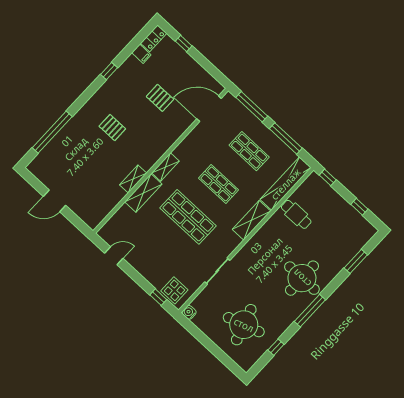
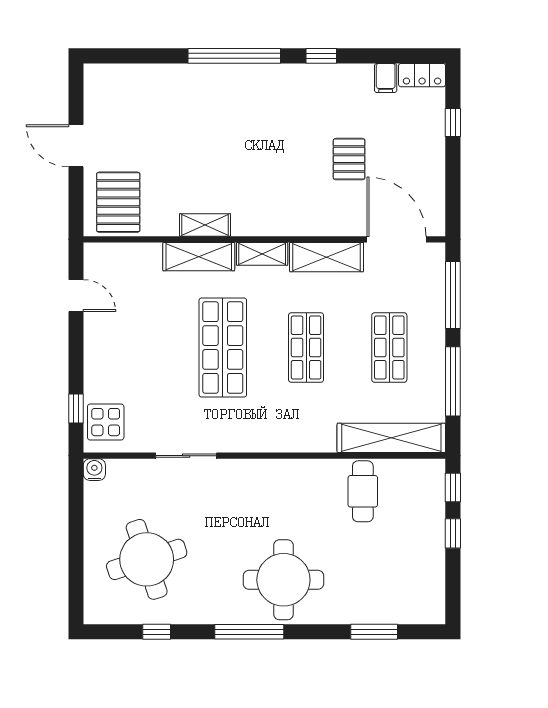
pallet: (112, 128) -> (118, 202), moved, width x1.50, depth x1.42
window: (52, 132) -> (234, 56), moved
window: (359, 207) -> (453, 533), moved
shelving: (251, 220) -> (327, 257), moved

